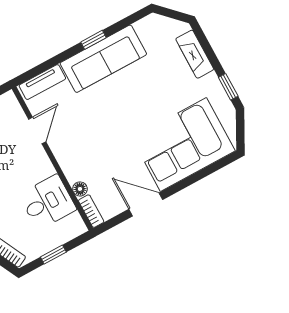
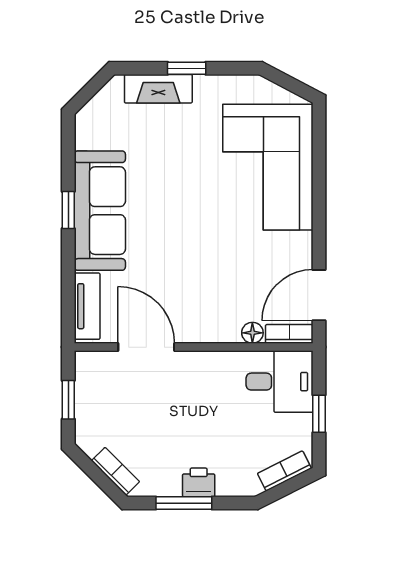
window: (228, 87) -> (187, 68), moved
door: (37, 130) -> (146, 347), width x1.37
desk: (48, 202) -> (279, 382), moved, turned 90
door: (146, 204) -> (319, 295), moved

